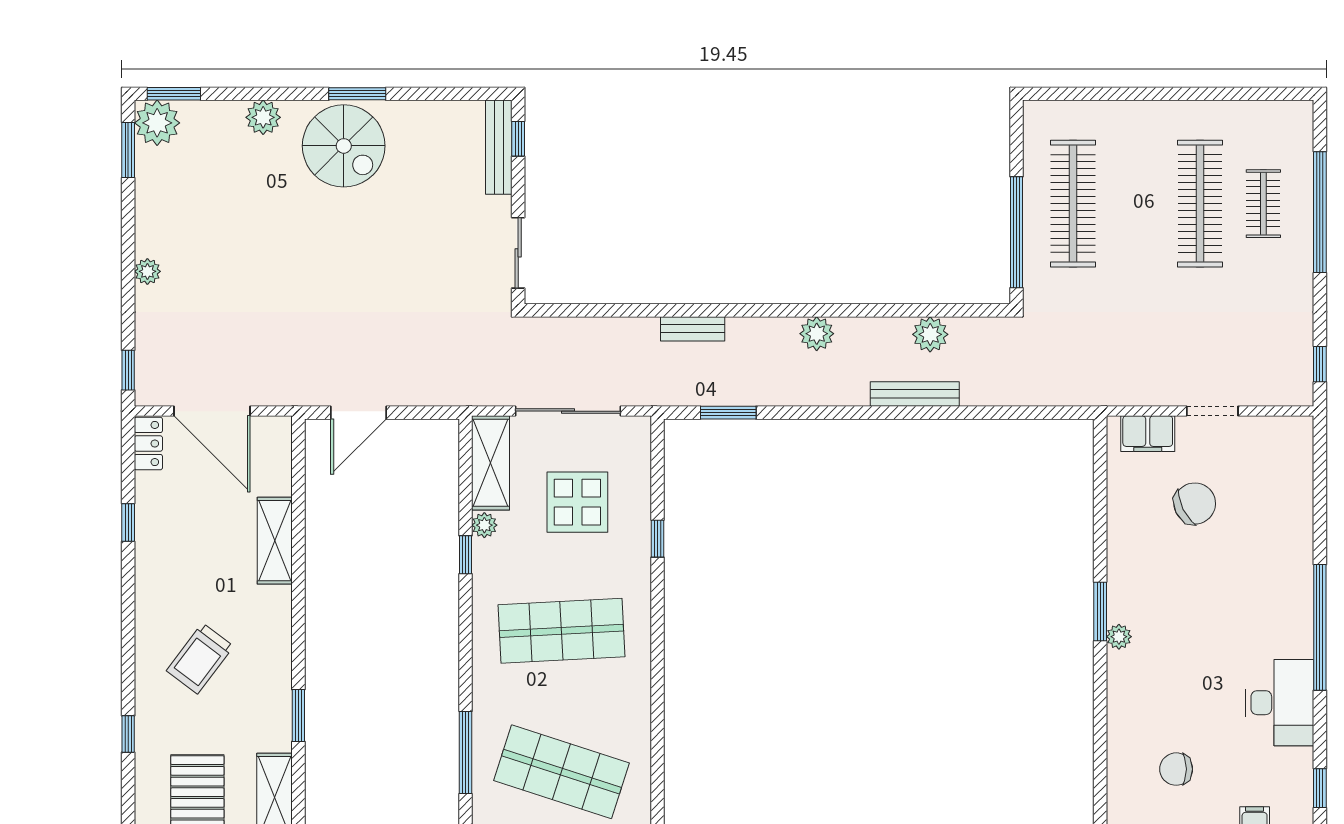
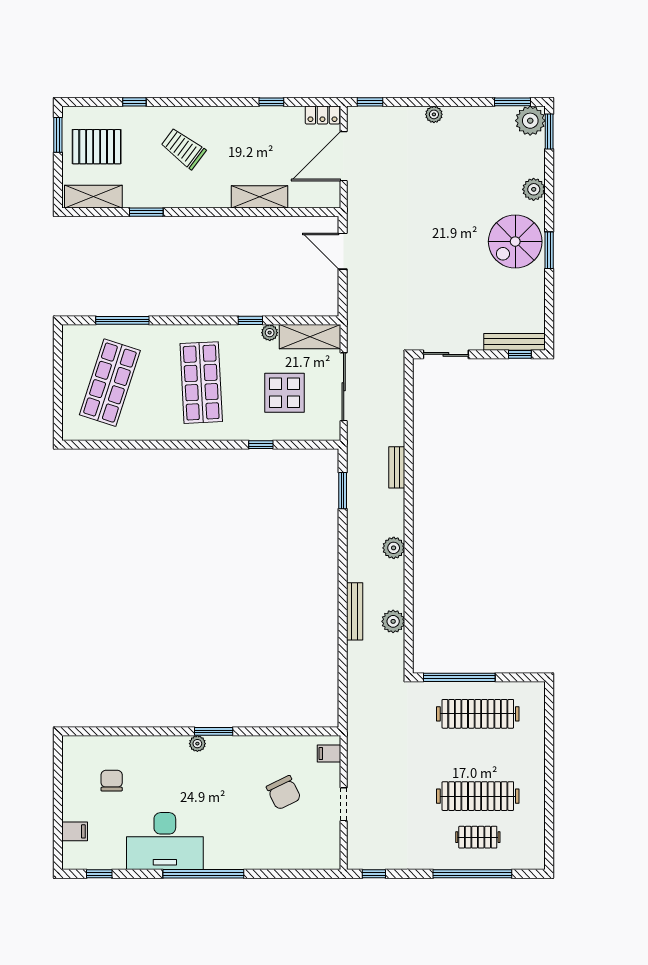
filing cabinet: (1148, 434) -> (329, 754), width x0.50
desk: (1280, 703) -> (165, 841), width x1.36, depth x1.30

